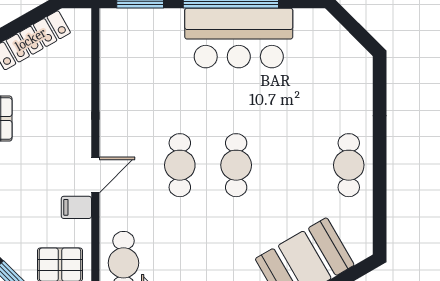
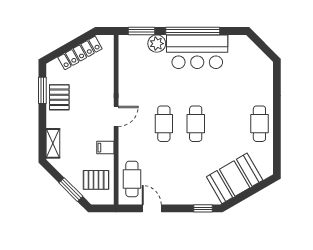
plant: (167, 24) -> (157, 44), added
door: (95, 175) -> (116, 116), moved

